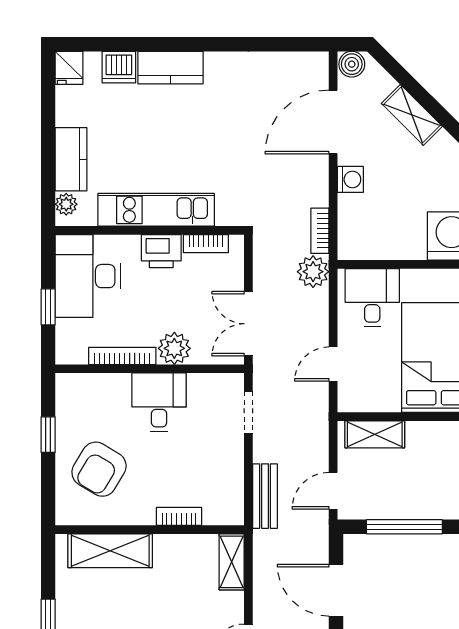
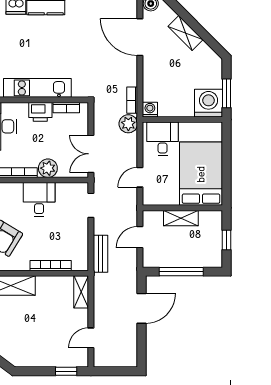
door: (333, 122) -> (140, 37), hinge flipped
washing machine: (350, 179) -> (150, 110), moved, turned -90
shelving: (375, 434) -> (181, 218), moved
door: (333, 491) -> (140, 237), moved
bookcase: (179, 516) -> (51, 266), width x1.56
door: (336, 590) -> (142, 308), swing flipped

